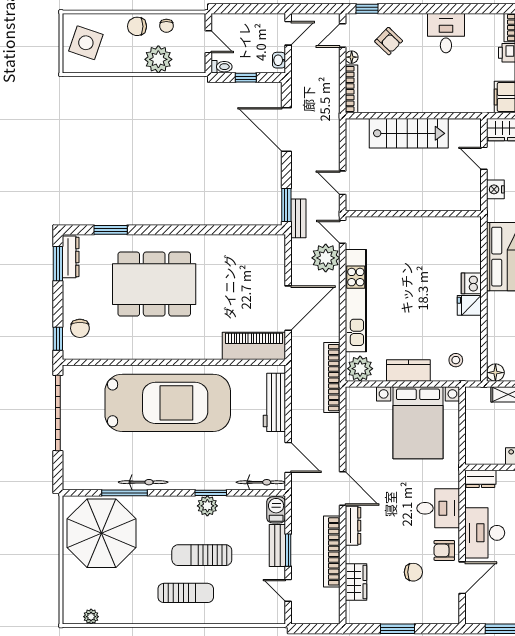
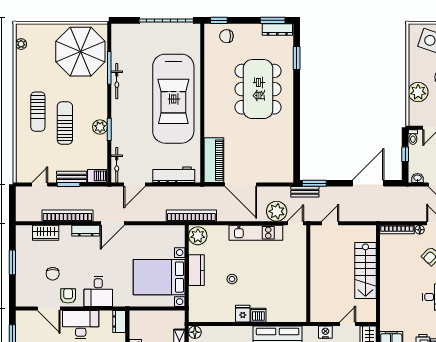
kitchen unit: (356, 301) -> (256, 233), width x0.73
stool: (456, 360) -> (232, 279), moved

